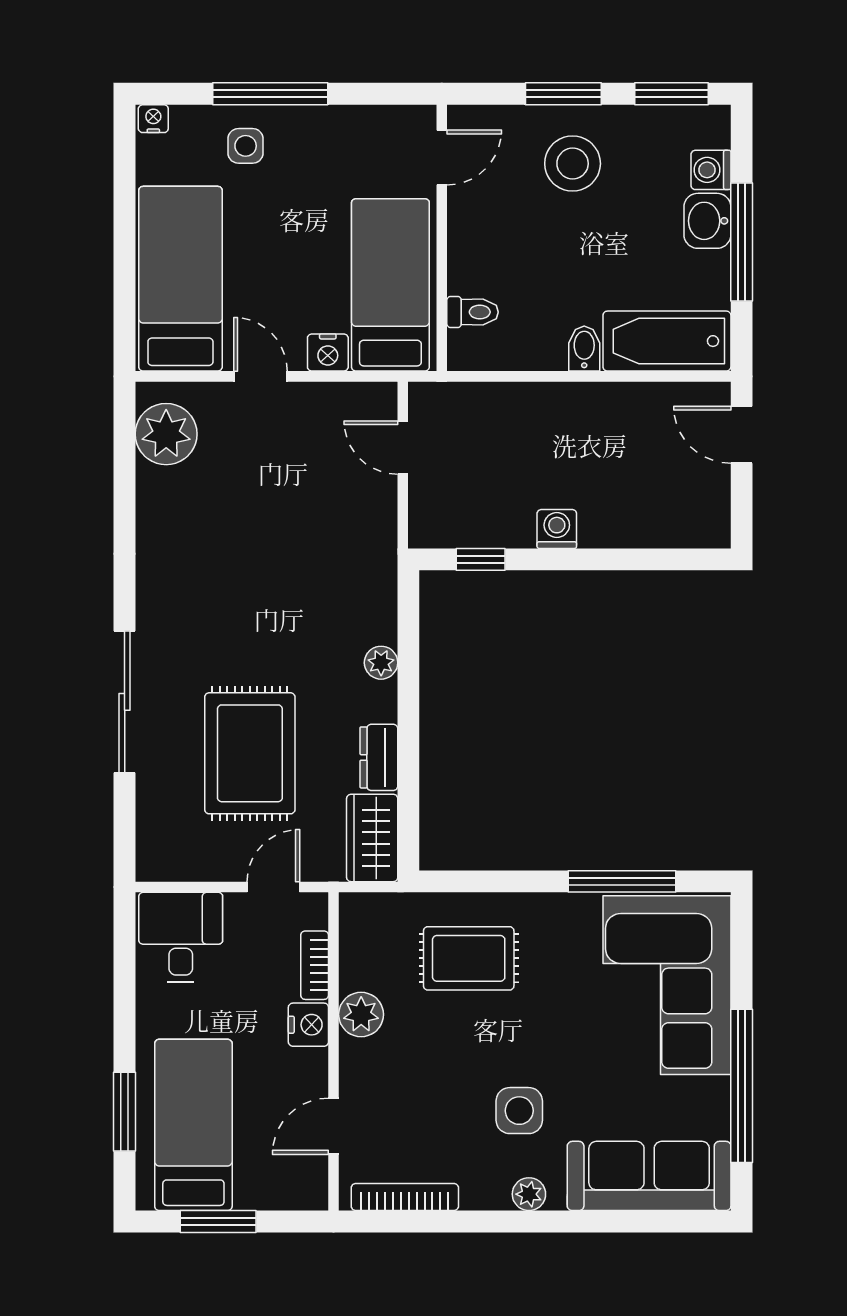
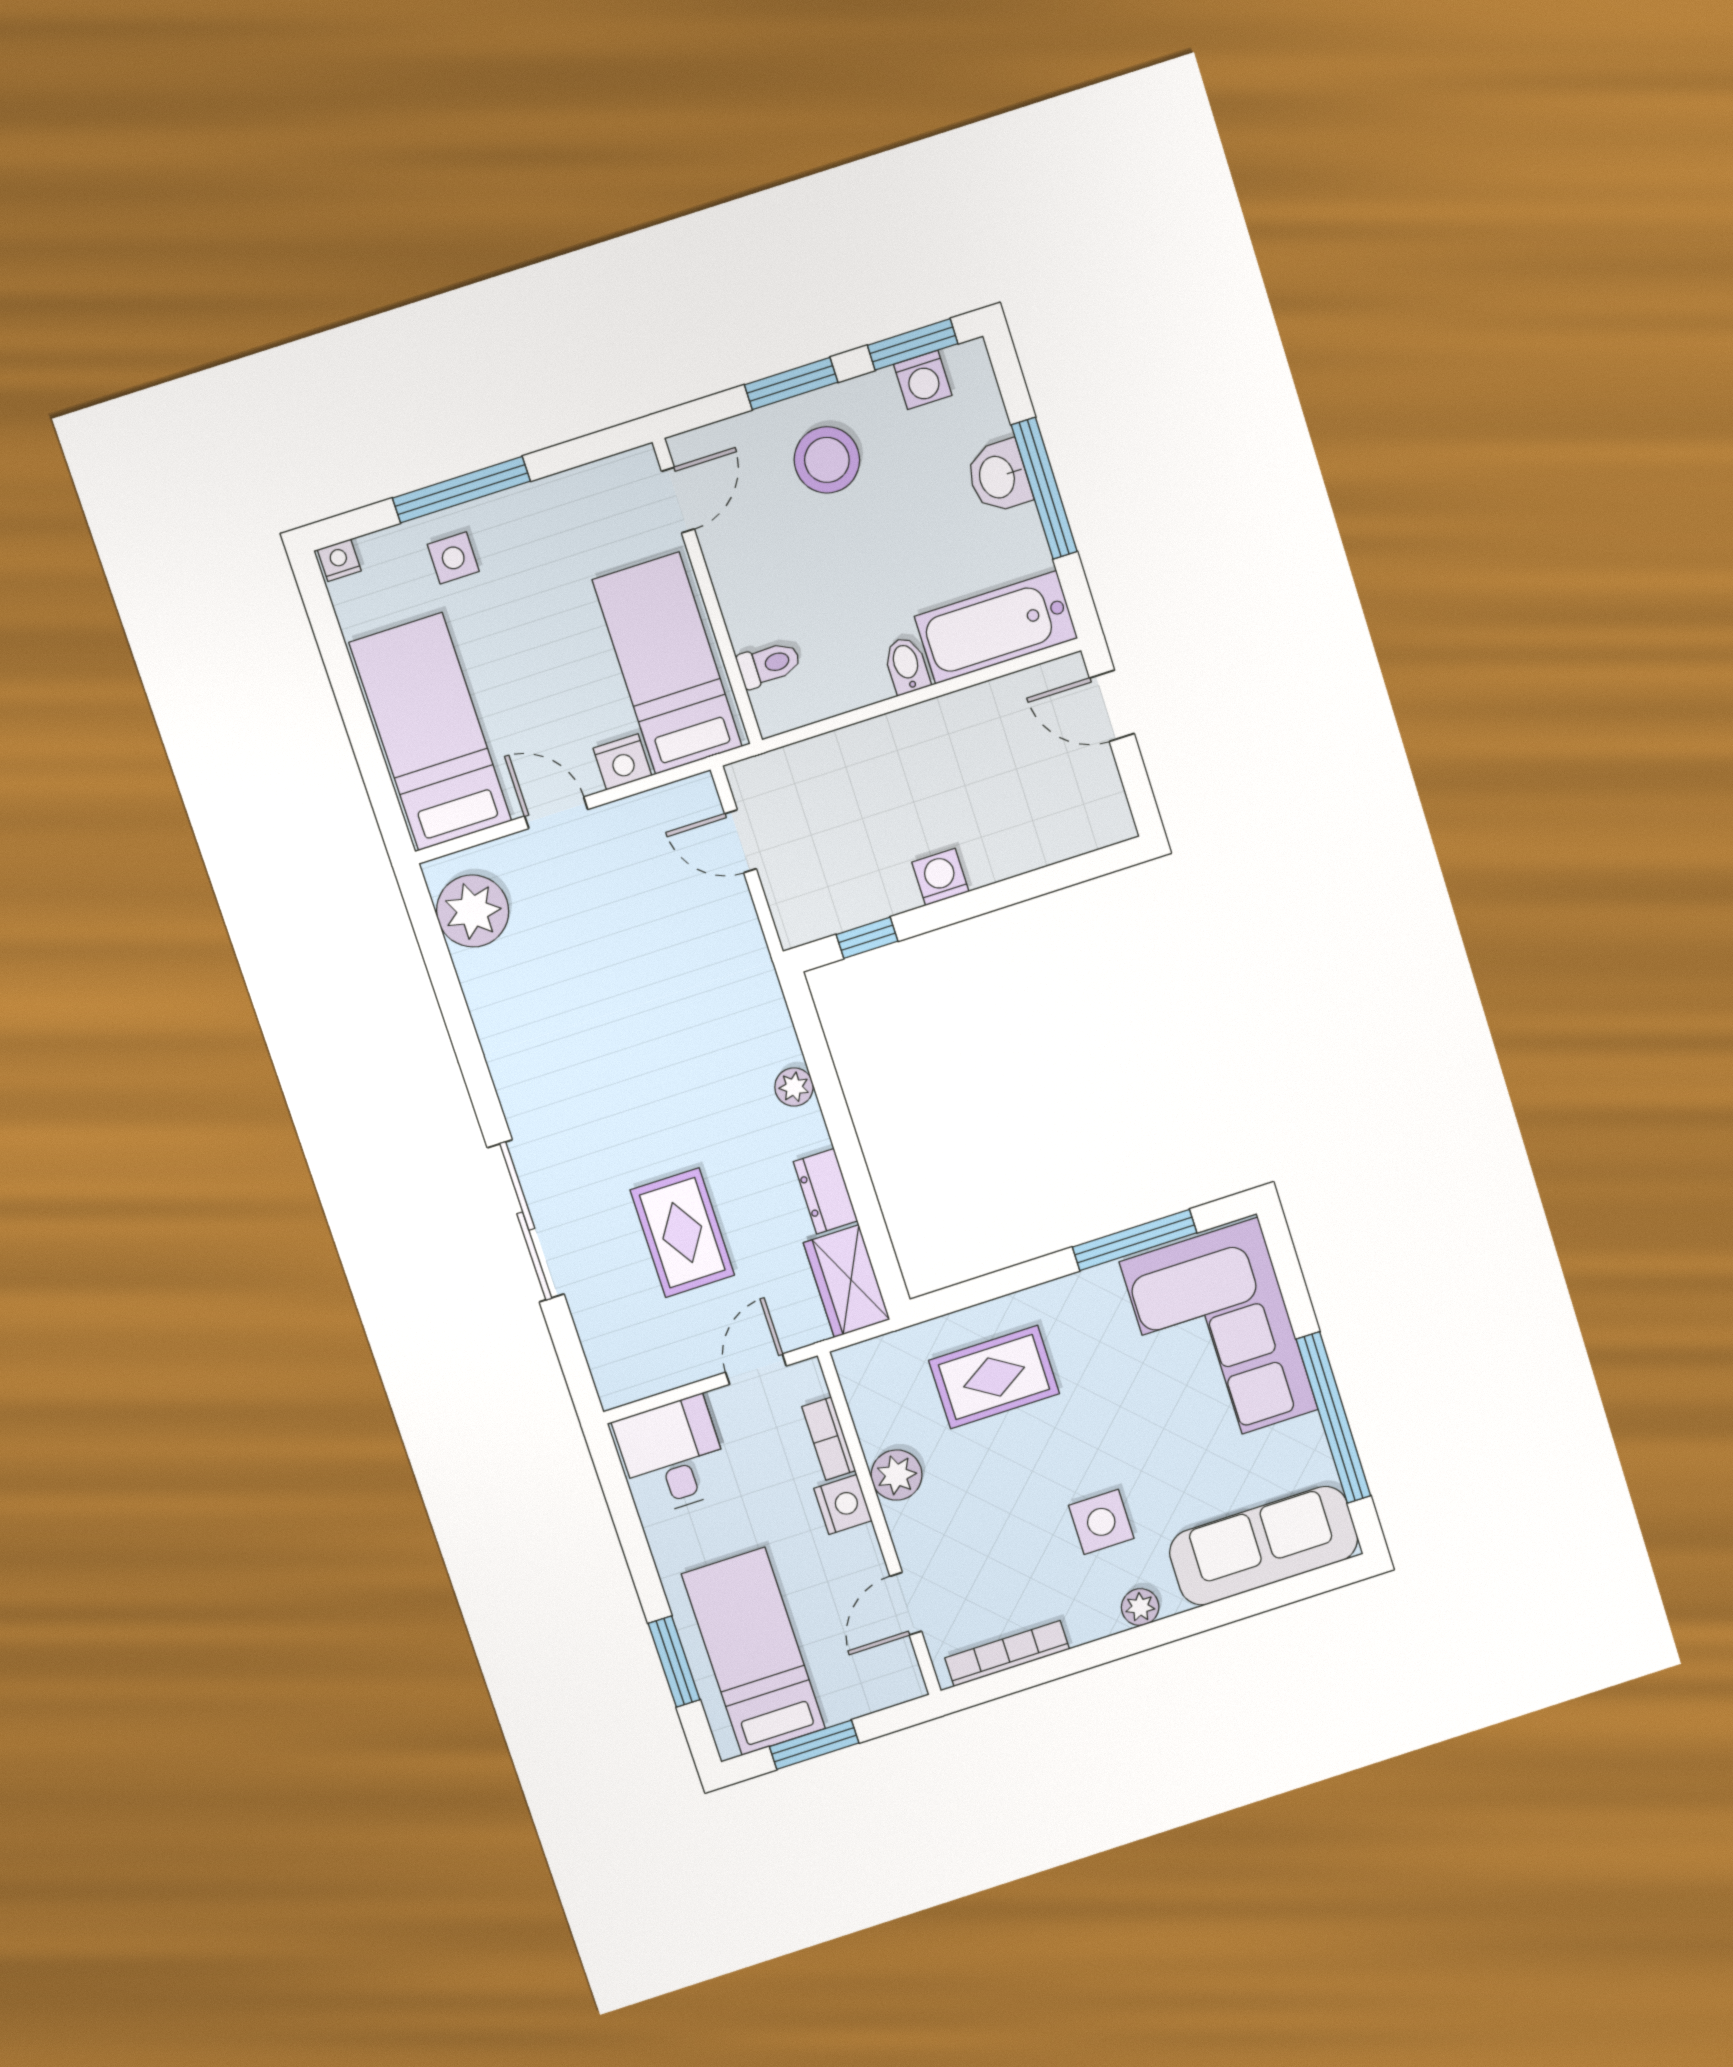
washing machine: (711, 170) -> (923, 380), moved, turned -90
rug: (250, 753) -> (682, 1233), width x0.73, depth x0.70

